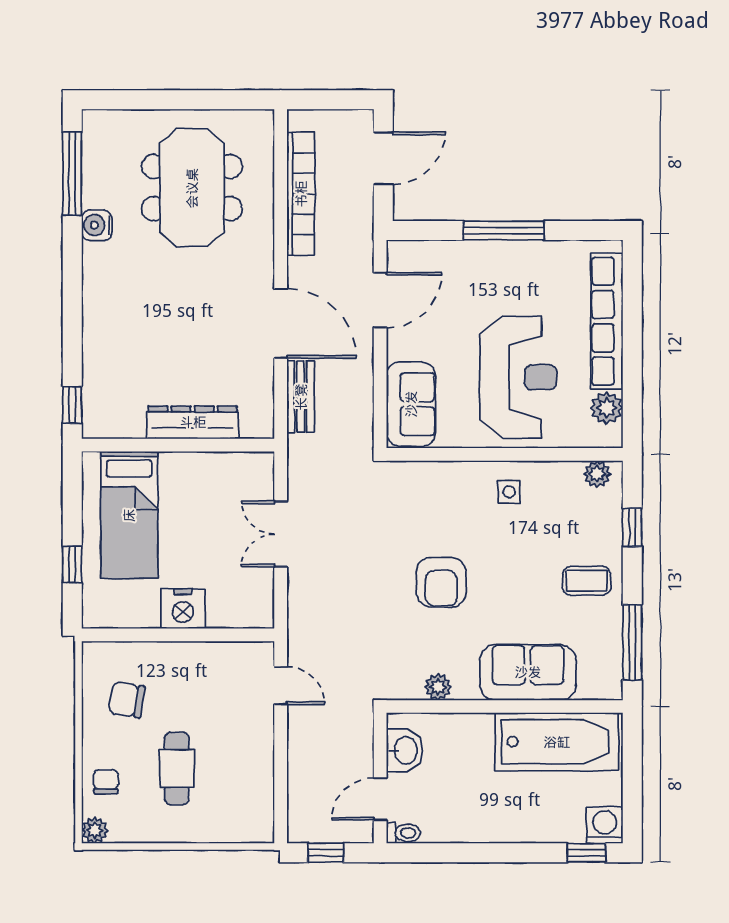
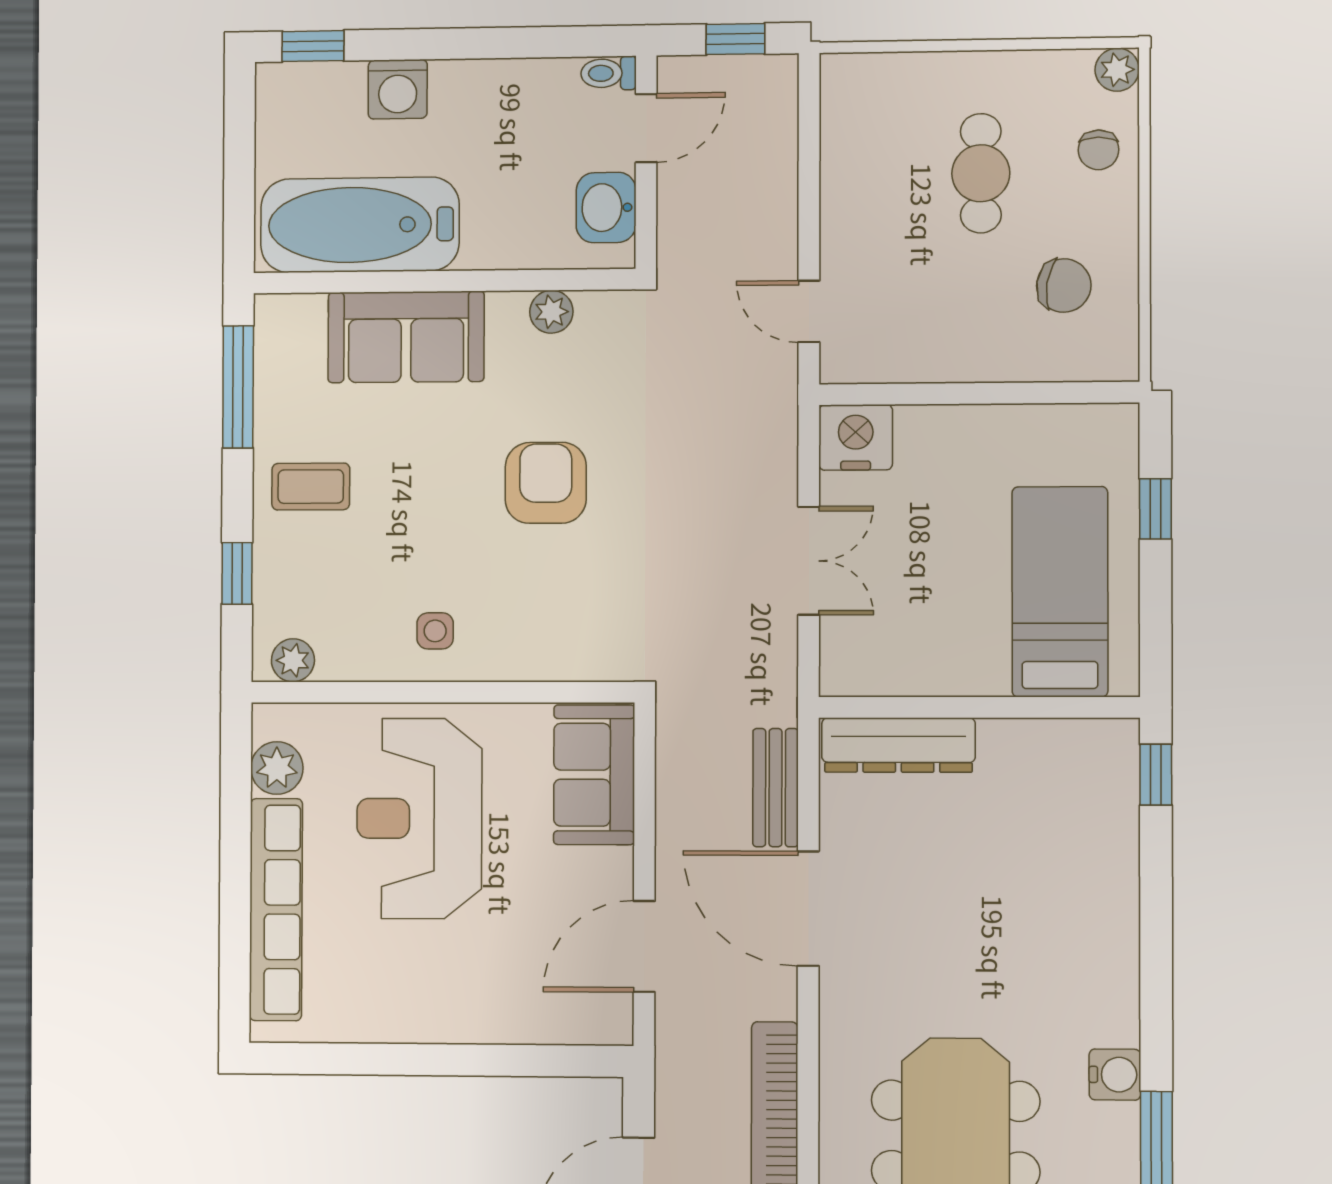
window: (504, 230) -> (442, 1060), removed
dresser: (193, 422) -> (898, 745), moved
nightstand: (183, 609) -> (856, 437), moved
washing machine: (605, 825) -> (398, 89), moved

